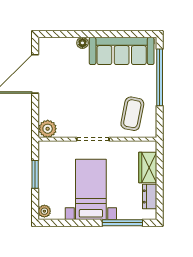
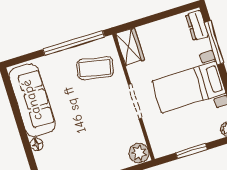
window: (160, 77) -> (74, 43), moved
wardrobe: (148, 168) -> (130, 47), moved, turned -90
dresser: (150, 196) -> (197, 26), moved, turned 90

